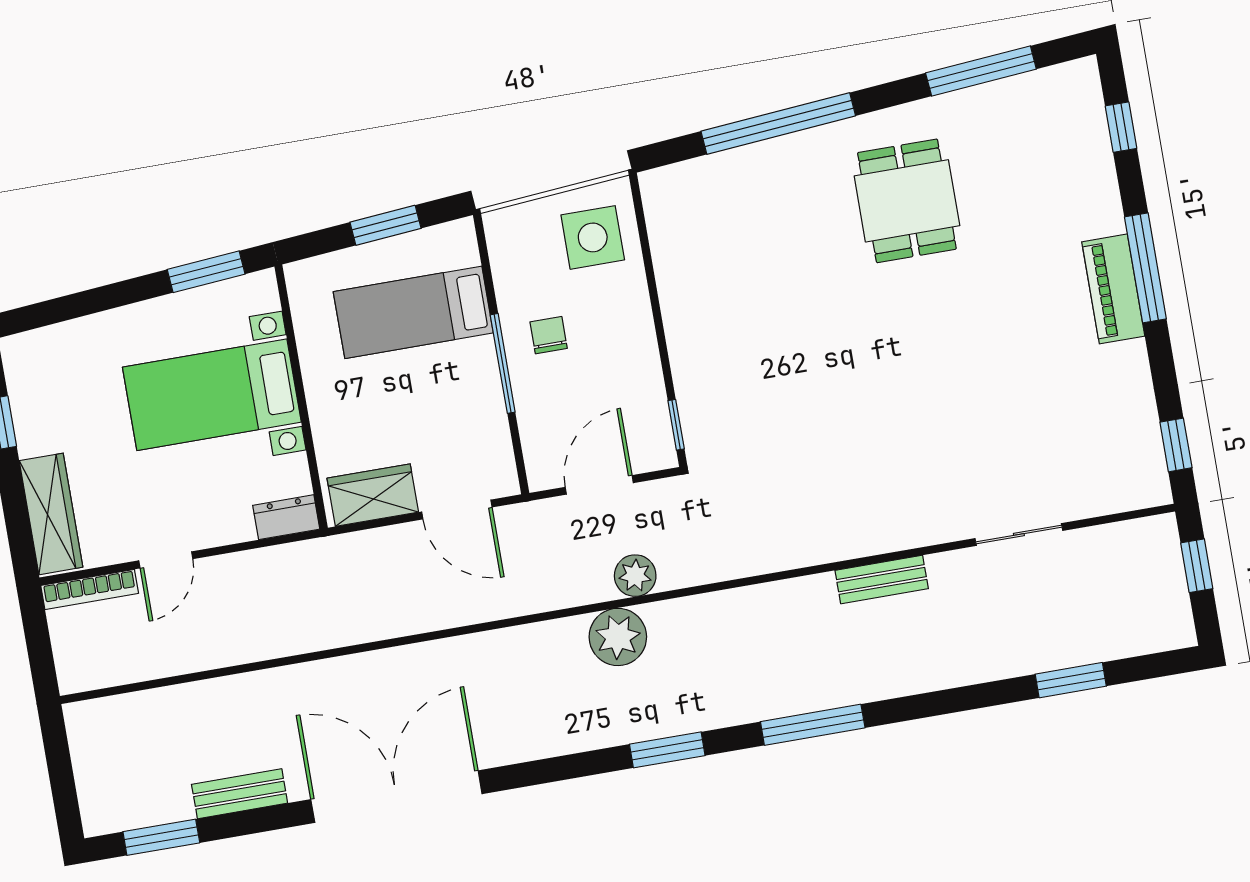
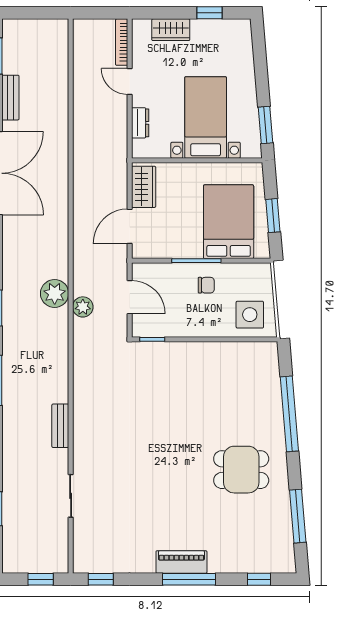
bed: (413, 312) -> (229, 222), width x1.50
wardrobe: (51, 514) -> (171, 30), width x0.67
dresser: (286, 517) -> (140, 123), moved

